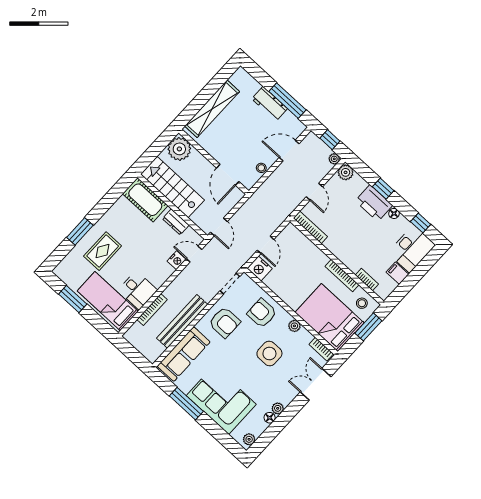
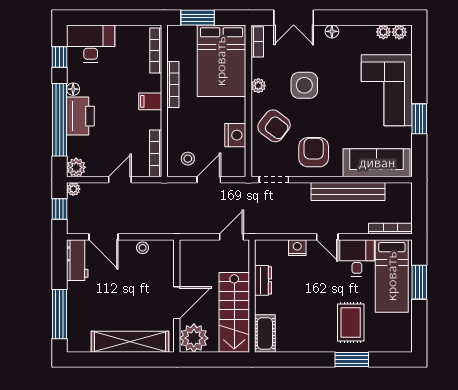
window: (287, 101) -> (60, 314), moved
workbench: (270, 104) -> (77, 260), moved
door: (228, 175) -> (177, 303), moved
window: (383, 189) -> (60, 120), width x3.17
cot: (145, 200) -> (265, 333), width x0.73, depth x0.75
rug: (103, 251) -> (351, 322), turned 90
door: (194, 254) -> (327, 237), moved
nightstand: (260, 268) -> (235, 135), moved
filing cabinet: (397, 273) -> (150, 101), moved, turned 90
bookcase: (367, 280) -> (156, 50), width x1.56
window: (73, 299) -> (419, 282), moved
stool: (362, 303) -> (188, 159), moved
bookcase: (152, 310) -> (390, 229), moved
armchair: (262, 313) -> (274, 126), turned -53
window: (186, 404) -> (419, 119), width x0.69
plant: (278, 408) -> (383, 32), moved
floor lamp: (270, 418) -> (332, 31), moved

